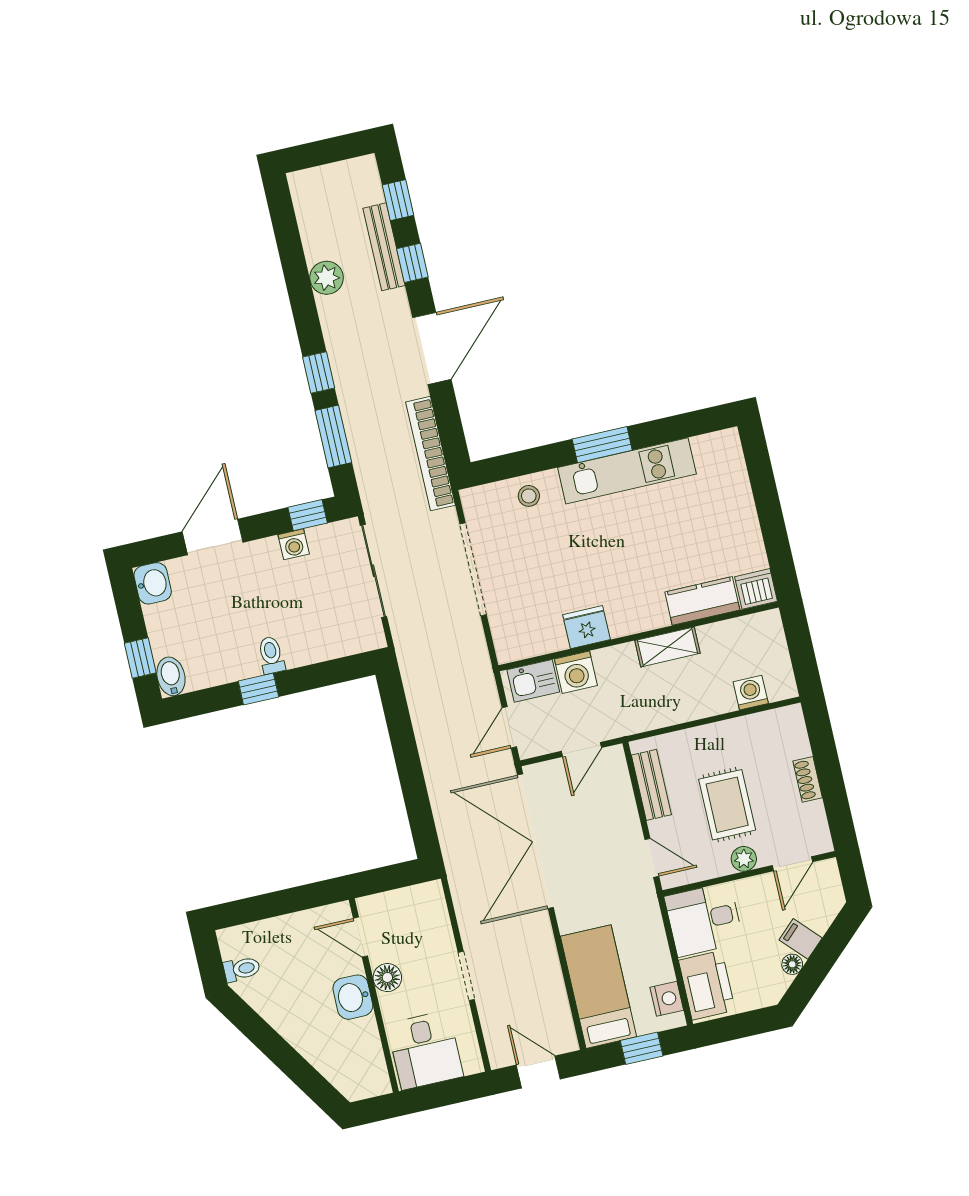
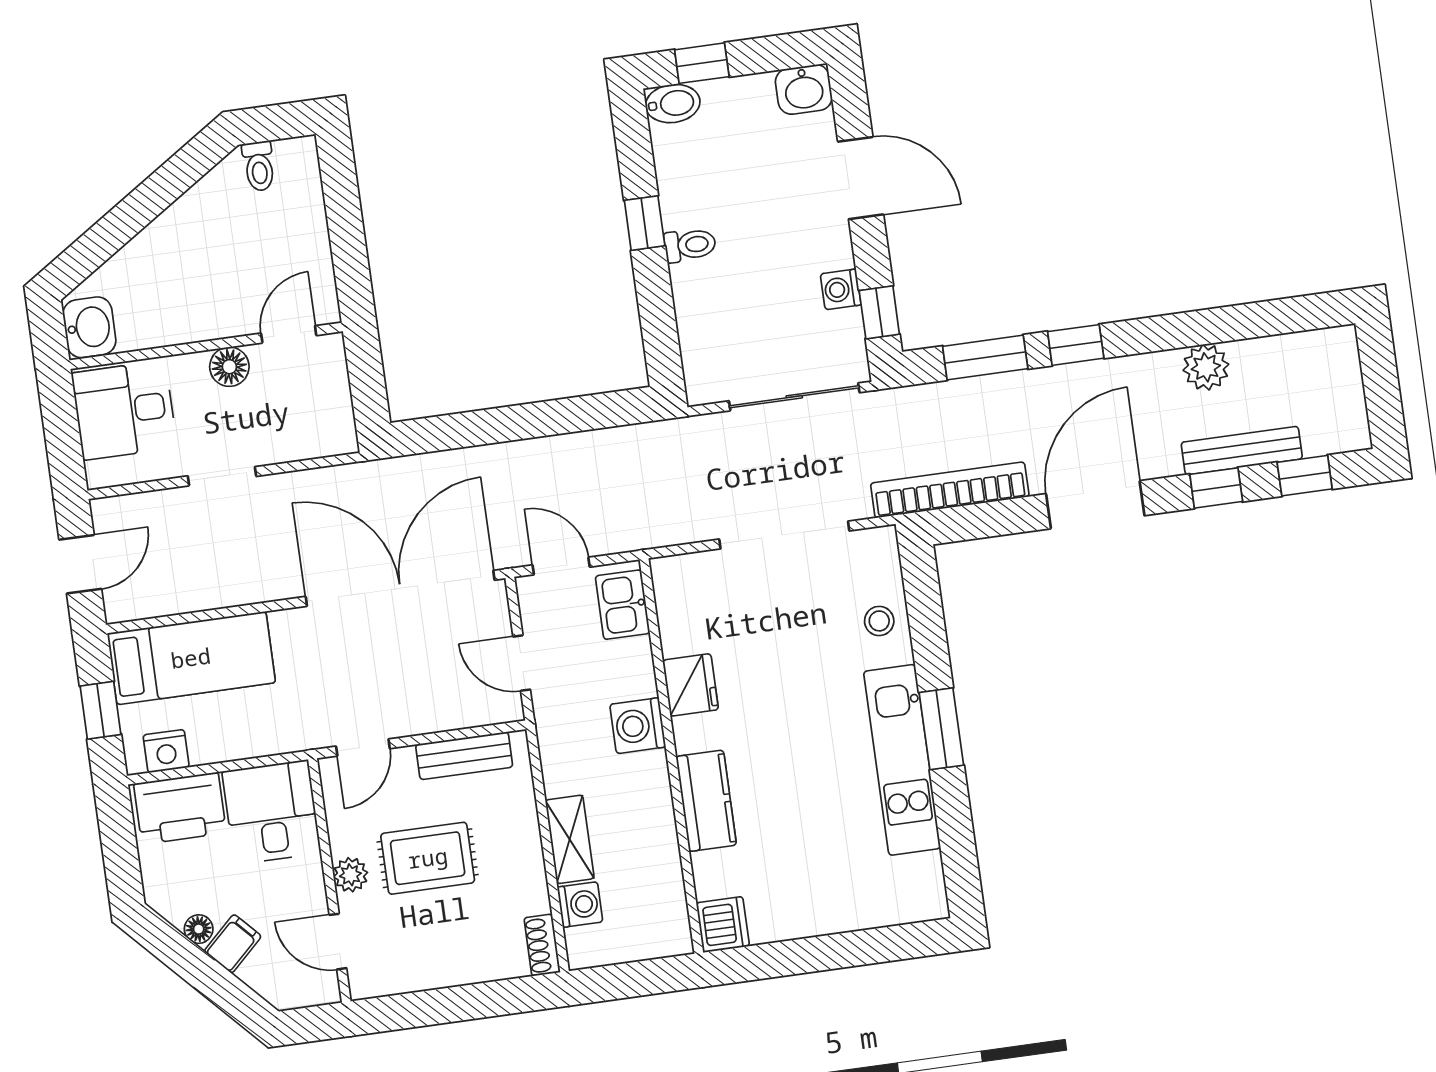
door: (432, 348) -> (1095, 505), swing flipped
kitchen counter: (702, 601) -> (706, 801), moved
shelving: (668, 647) -> (570, 839), moved
washing machine: (576, 672) -> (638, 726), moved
shoe rack: (808, 779) -> (542, 945), moved, turned -90
washbasin: (353, 997) -> (89, 327), moved, turned 90

